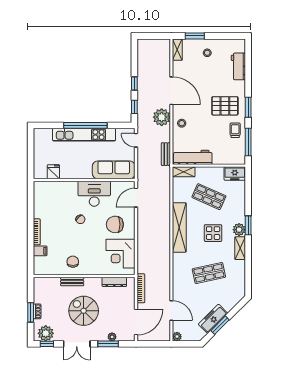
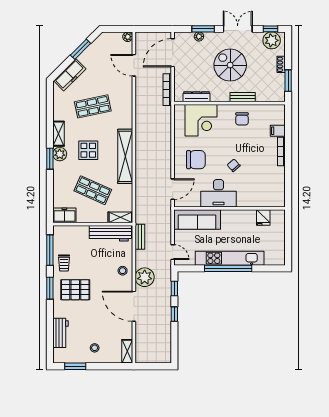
window: (195, 36) -> (75, 366), moved
corner desk: (121, 254) -> (201, 120), moved, turned 90
spiral stairs: (84, 311) -> (230, 65), turned 180
window: (31, 312) -> (288, 81), moved
freezer: (213, 319) -> (70, 75), moved

